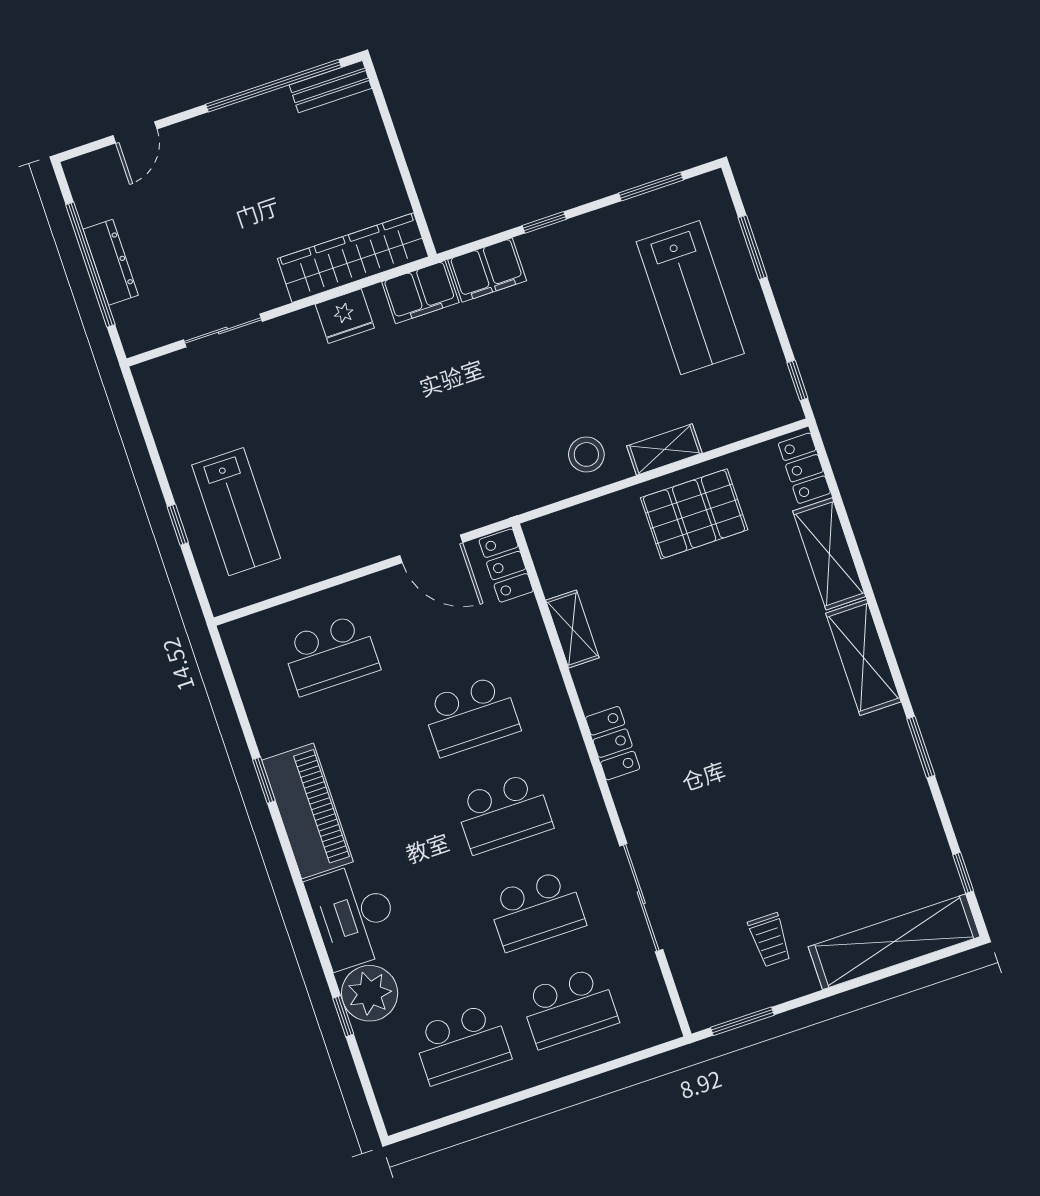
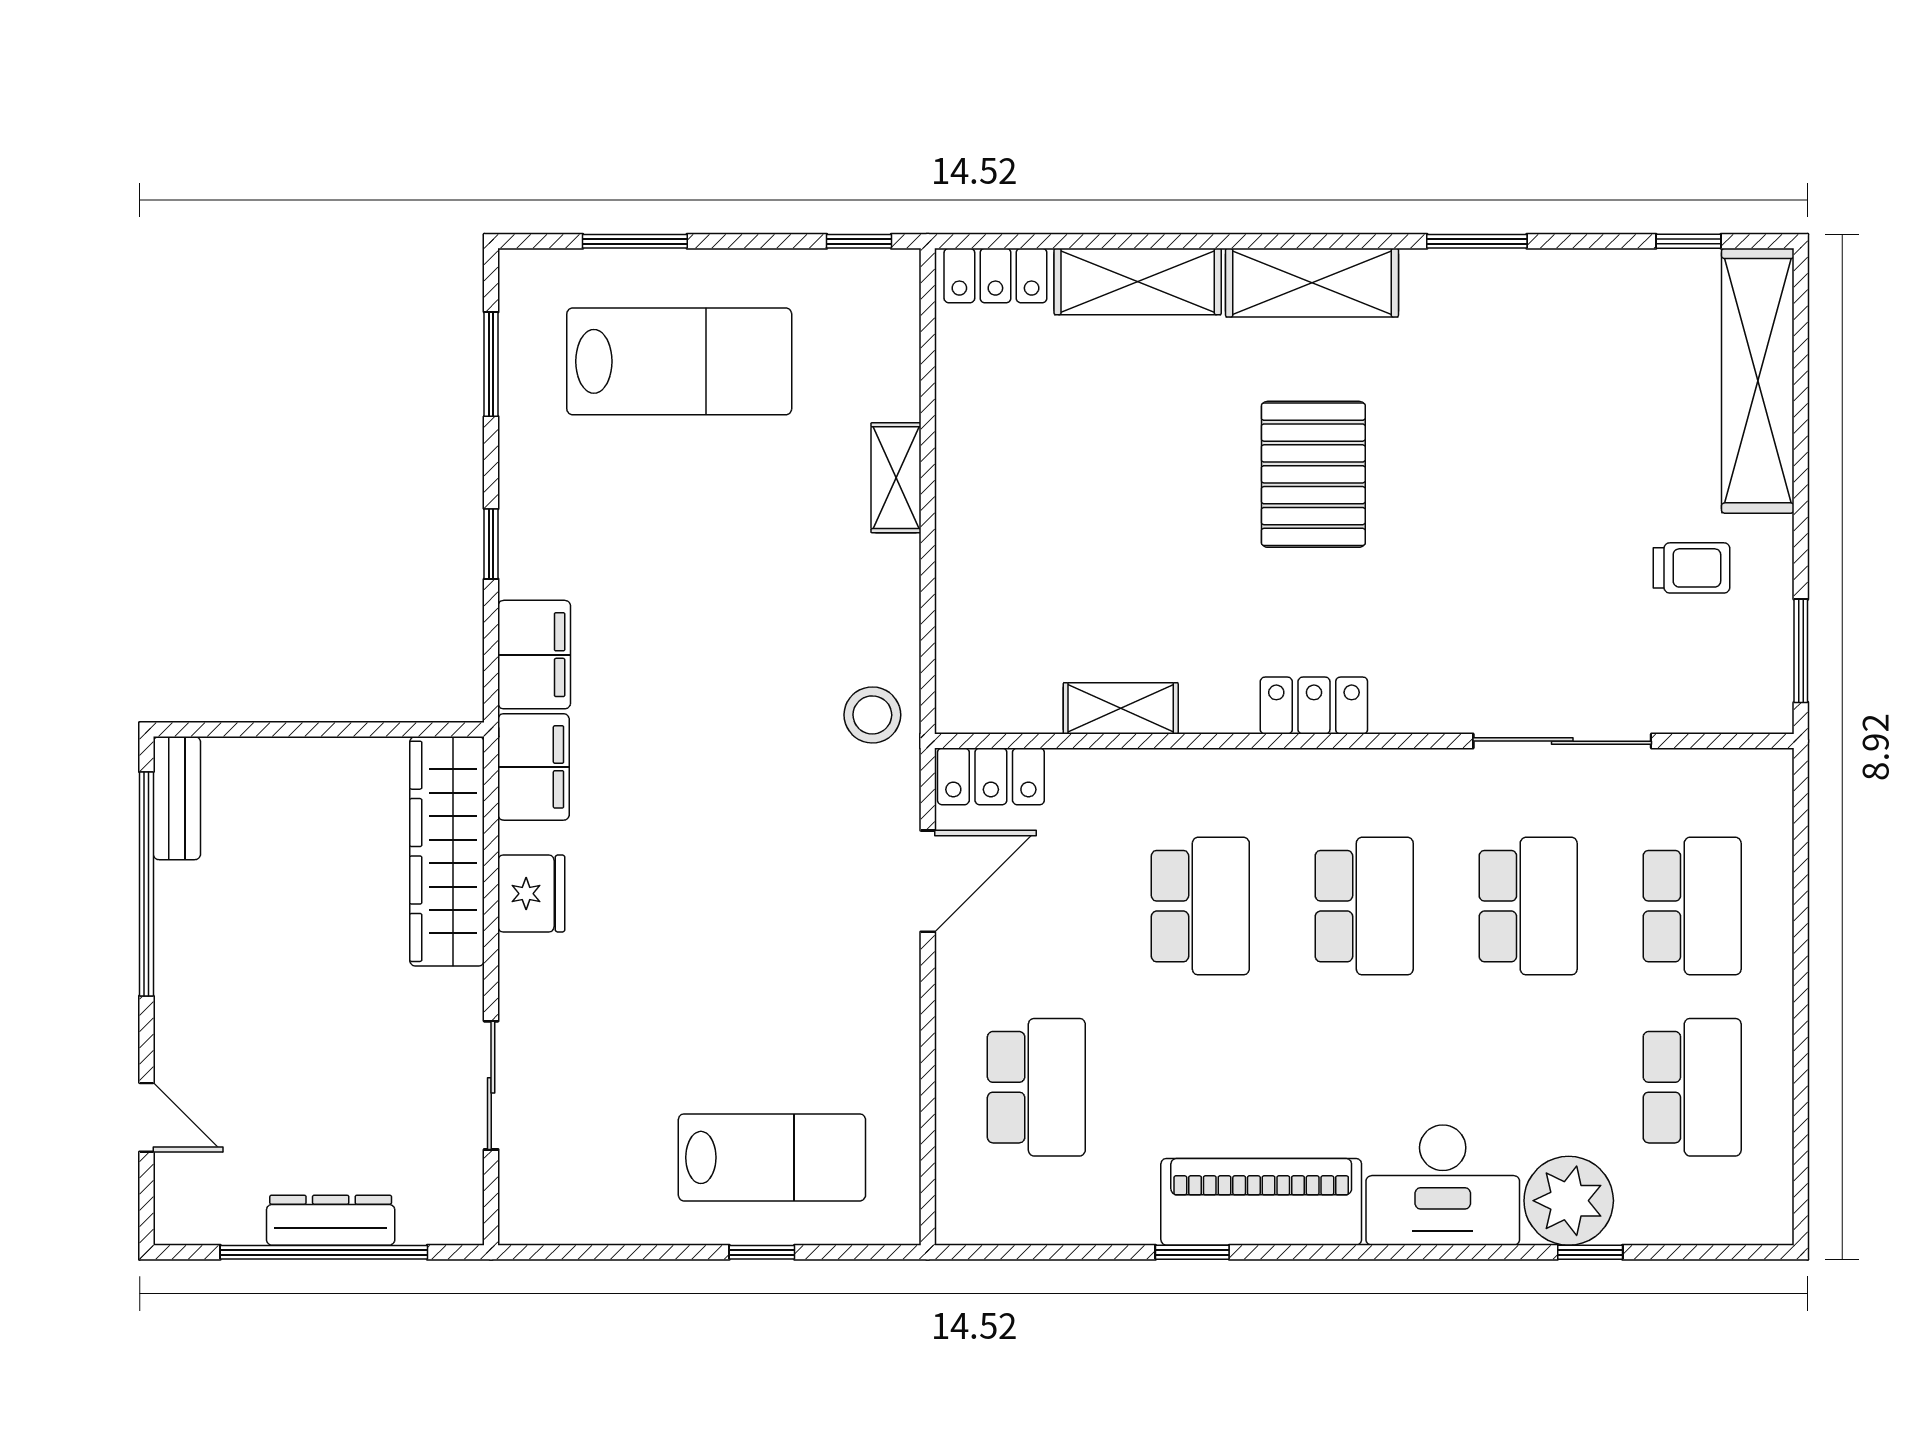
stool: (586, 454) -> (872, 715), moved
pallet: (694, 514) -> (1313, 474), moved

